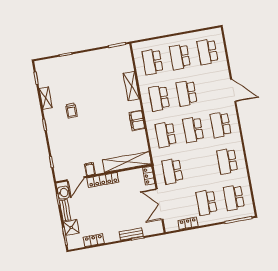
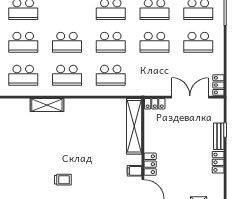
filing cabinet: (137, 120) -> (88, 106), removed
school desk: (172, 171) -> (155, 42), moved
locker: (103, 180) -> (150, 164), width x0.66
double door: (159, 204) -> (190, 97), swing flipped
locker: (188, 223) -> (218, 85), moved
locker: (94, 240) -> (218, 162), moved

